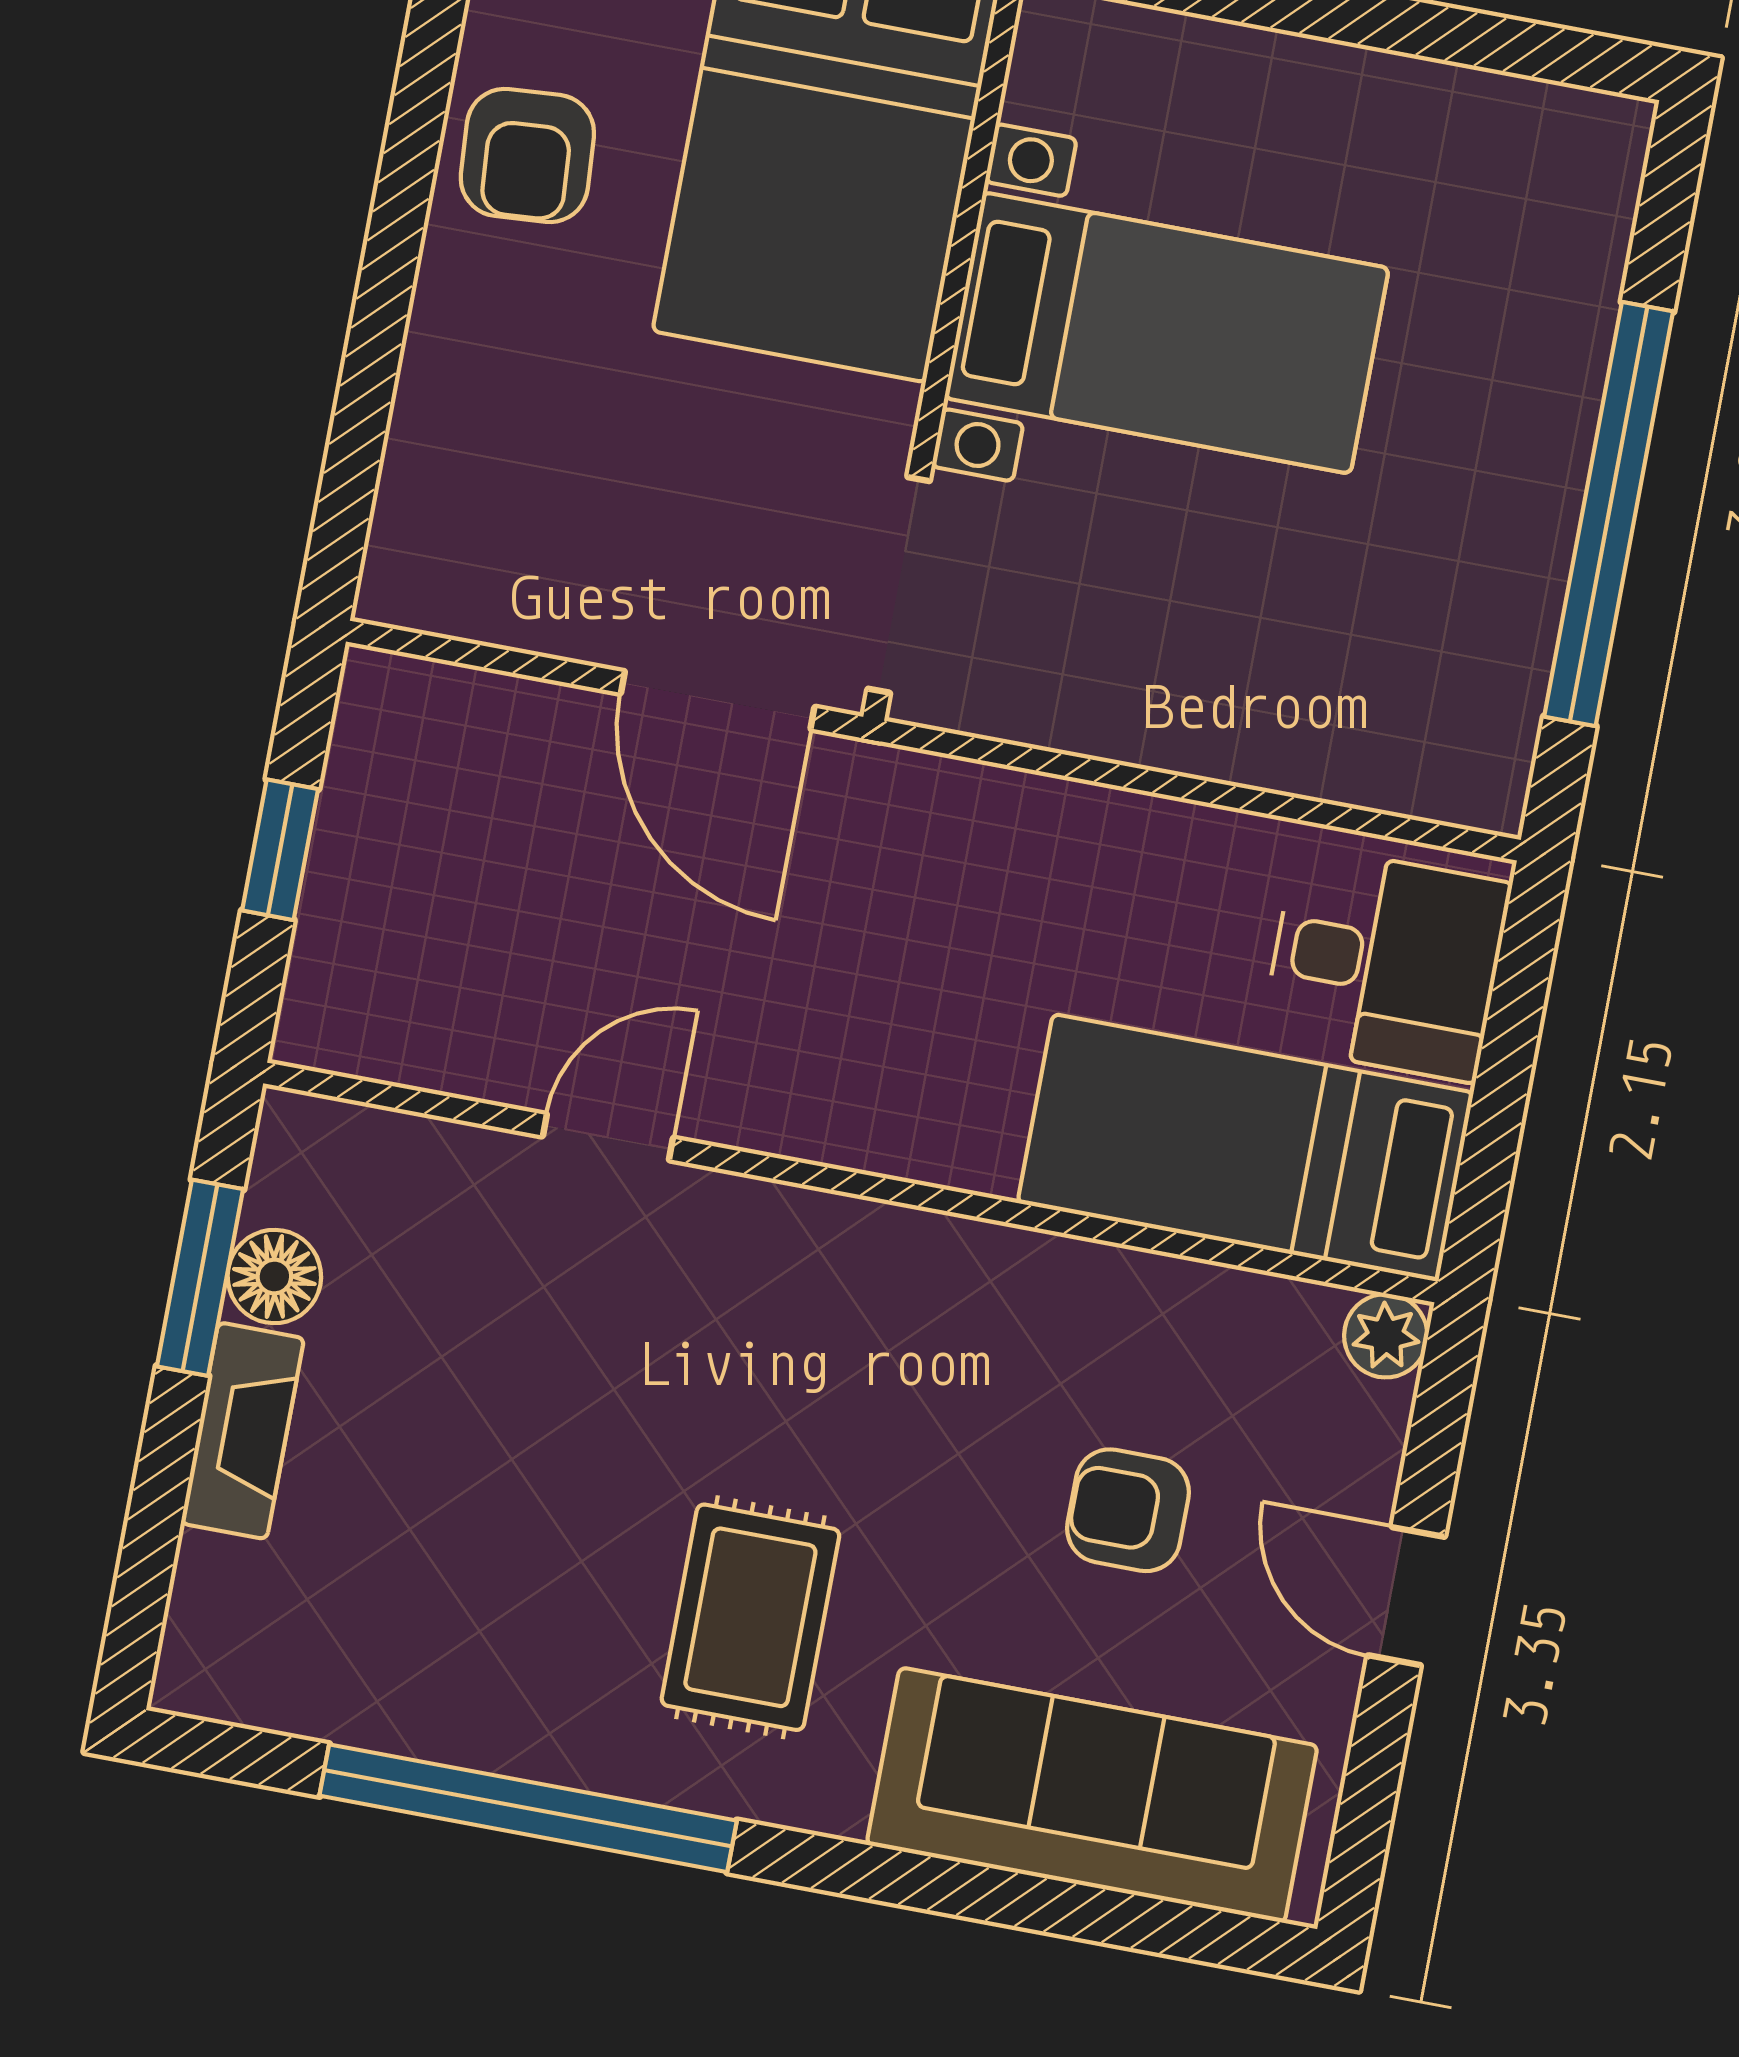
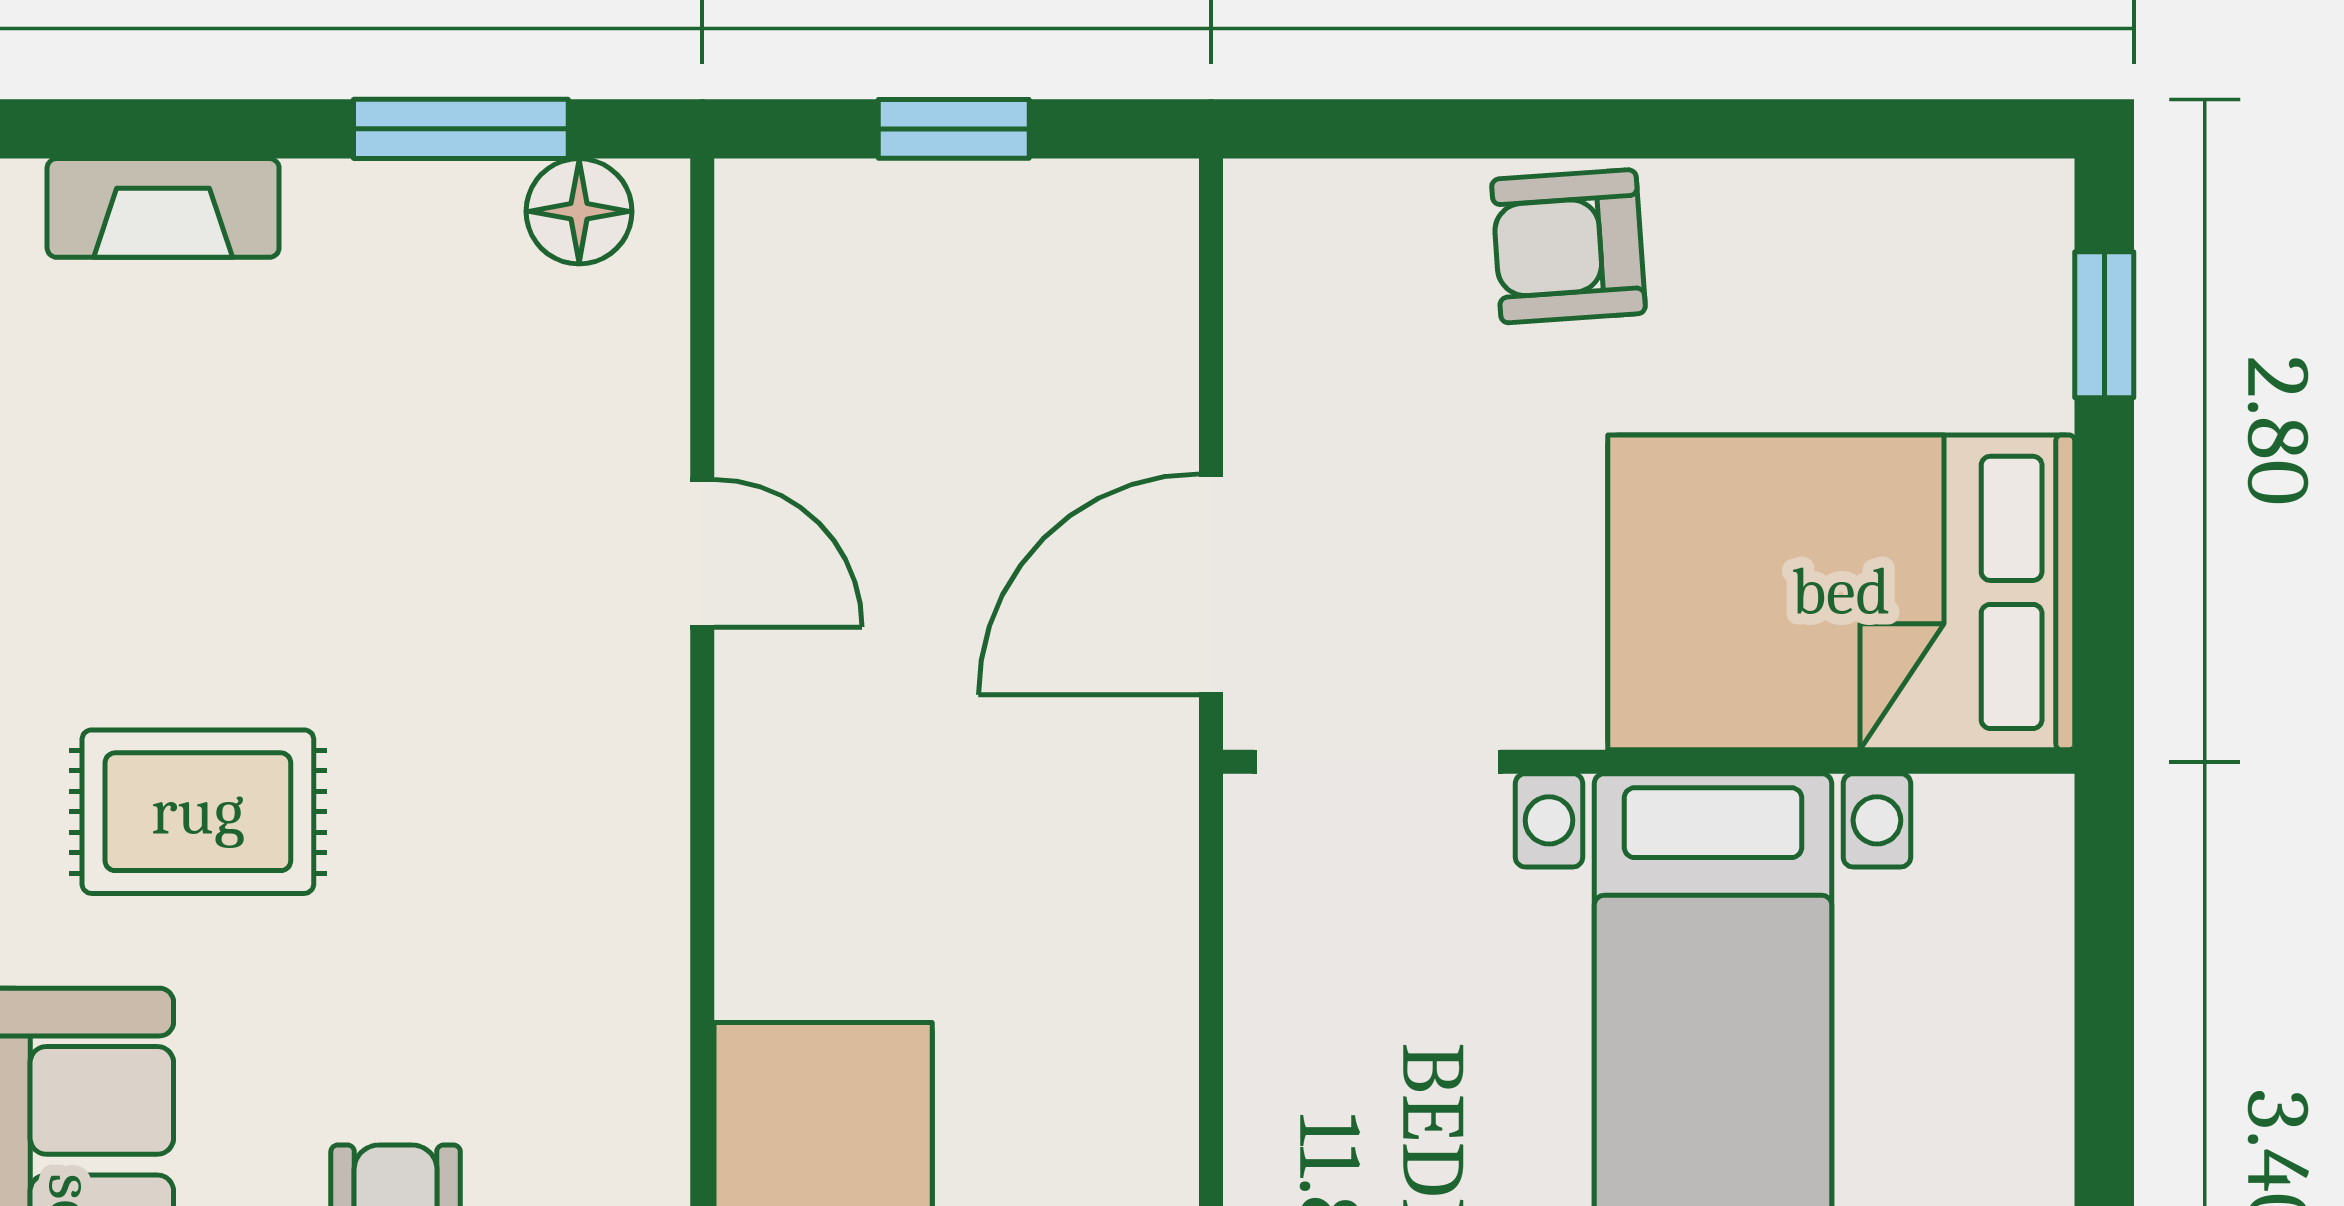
armchair: (527, 155) -> (1568, 246), moved
floor lamp: (274, 1276) -> (579, 211), moved
fireplace: (242, 1431) -> (163, 208), moved

